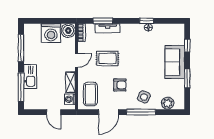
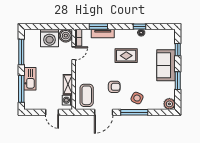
rug: (107, 58) -> (126, 56), moved
door: (77, 60) -> (74, 53), moved
plant: (168, 103) -> (169, 104), moved

